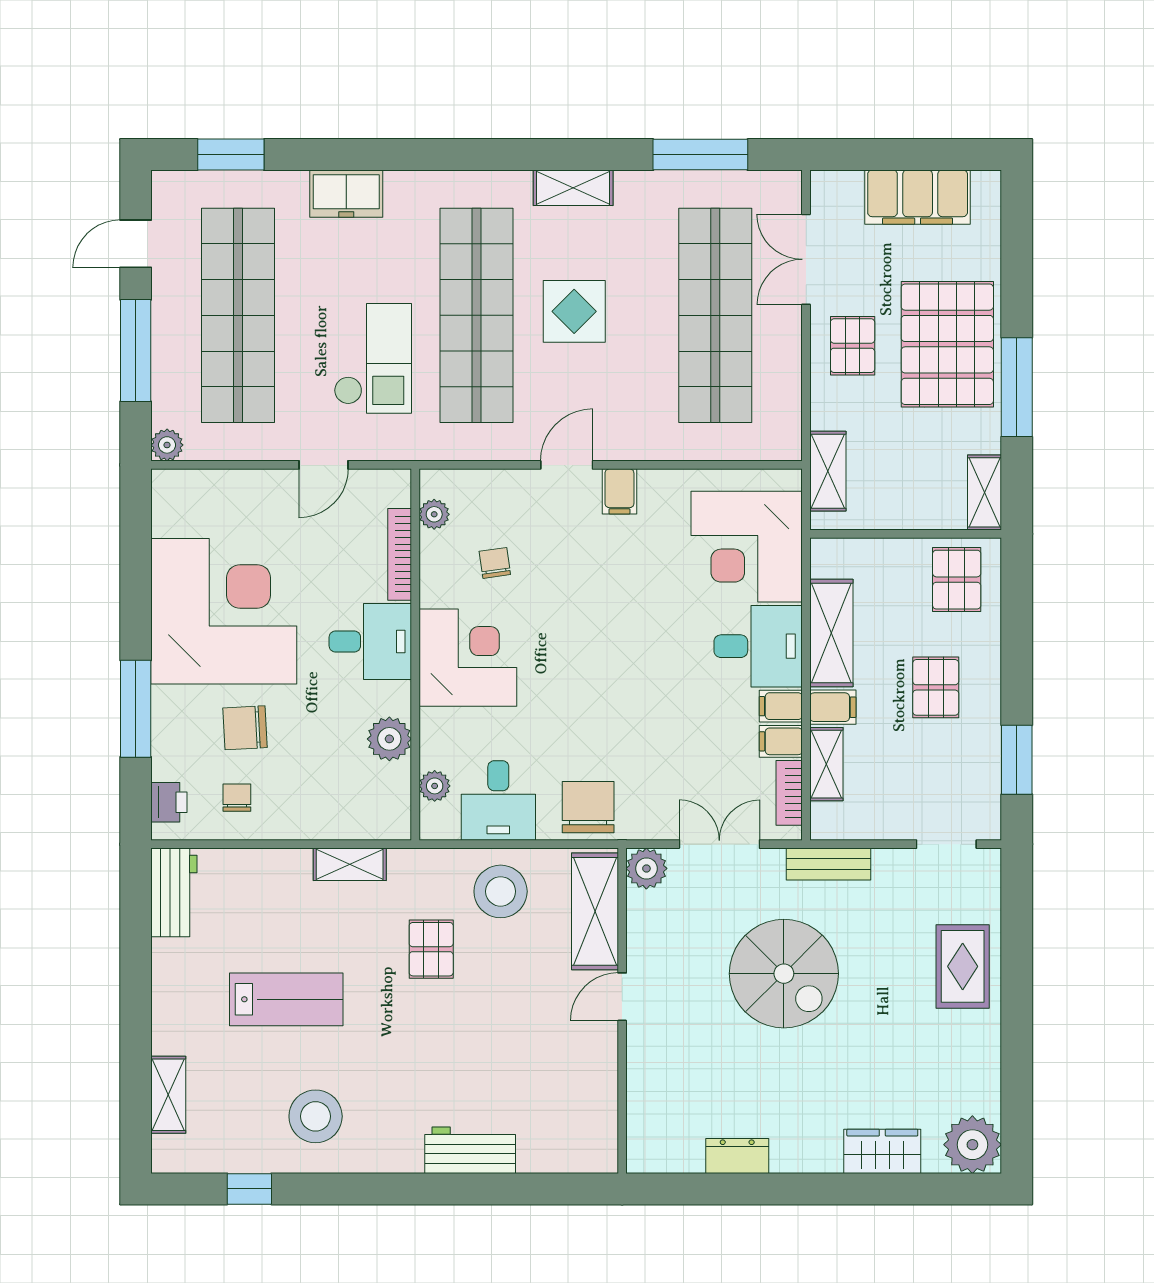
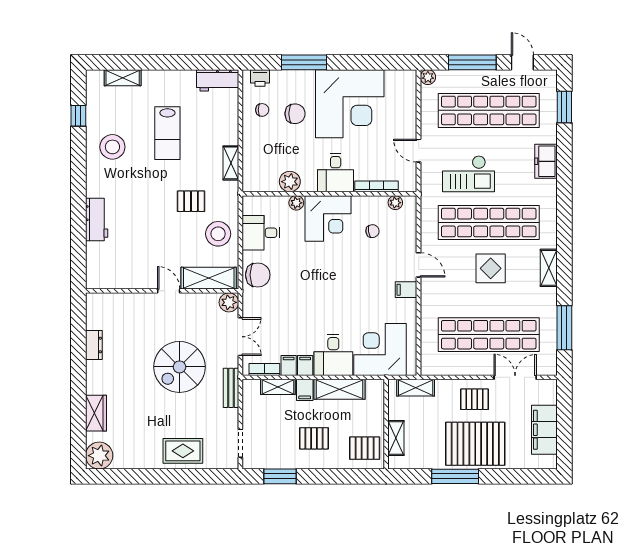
shelving: (984, 492) -> (396, 438), moved, turned 90
chair: (245, 728) -> (295, 114), turned 93
plant: (435, 786) -> (296, 203), moved

